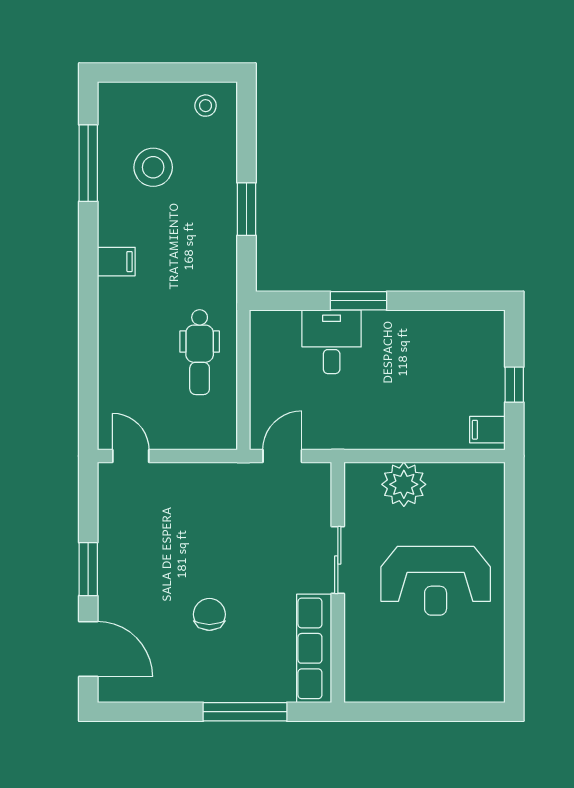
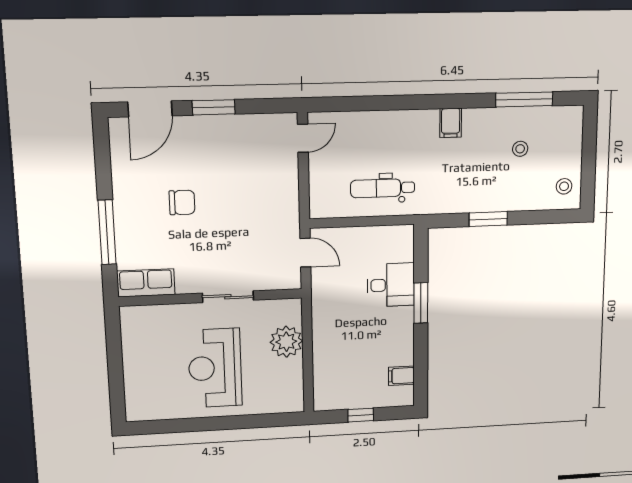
stool: (153, 167) -> (520, 149), width x0.53, depth x0.53
filing cabinet: (487, 430) -> (401, 376), moved, turned -90
row of seats: (314, 648) -> (146, 283), width x0.68

